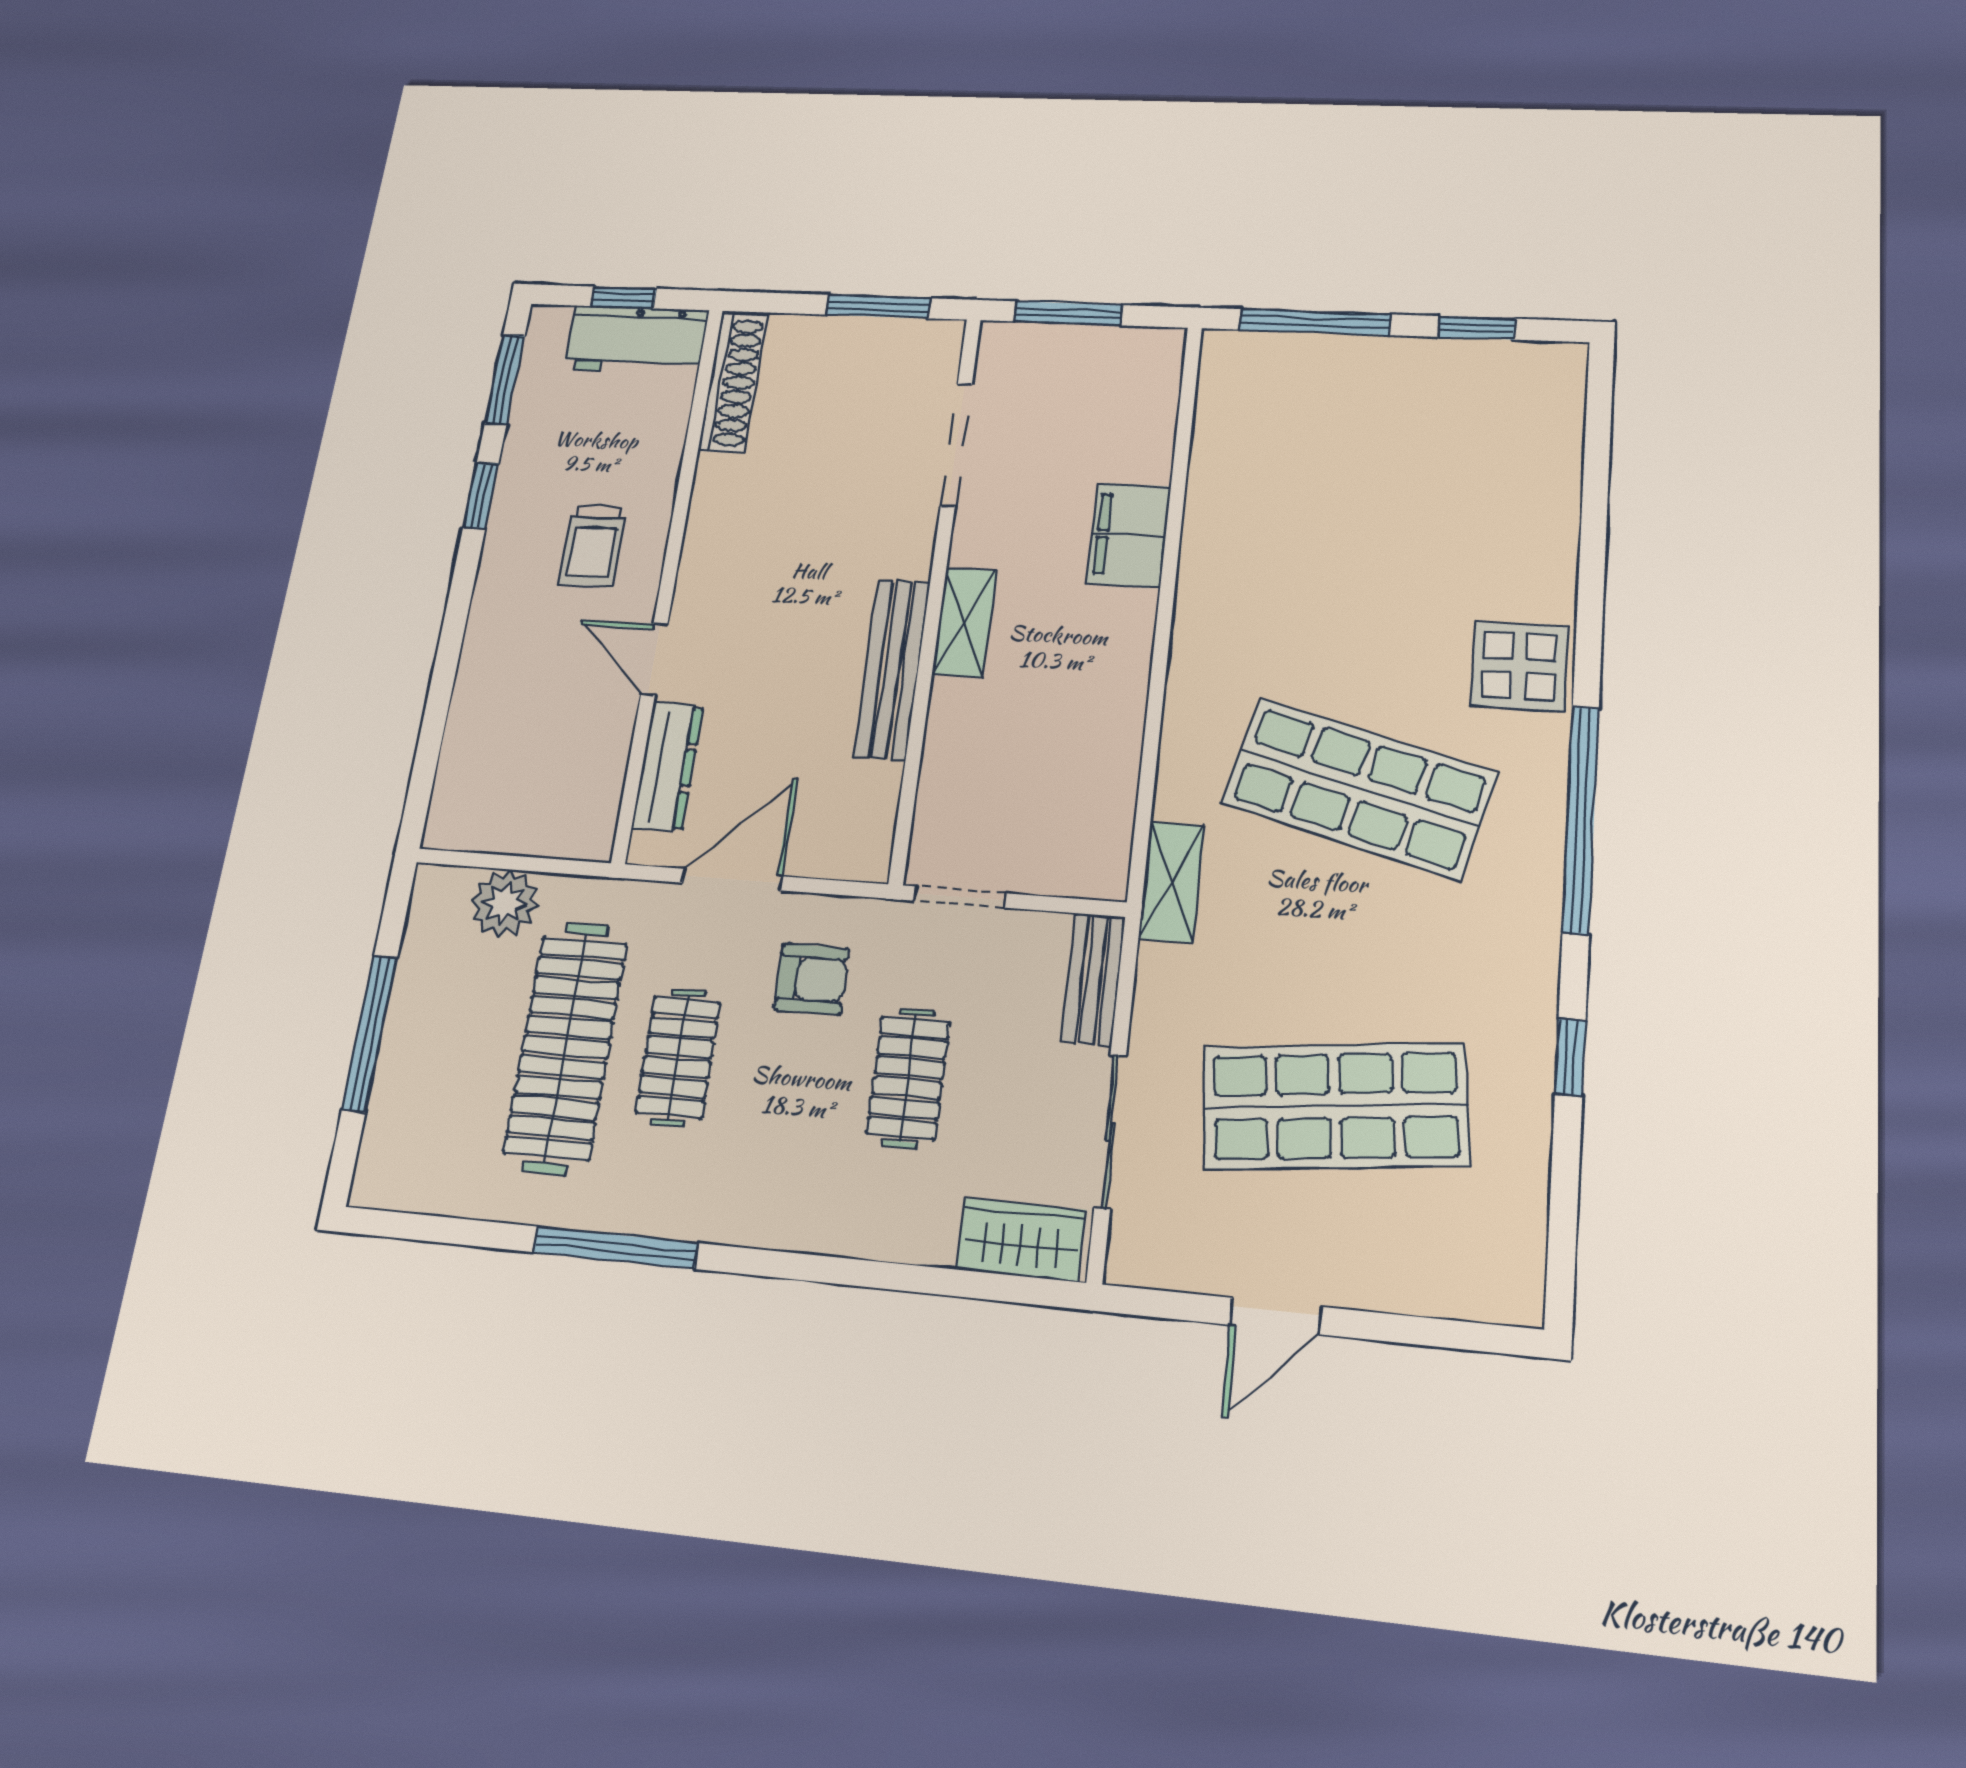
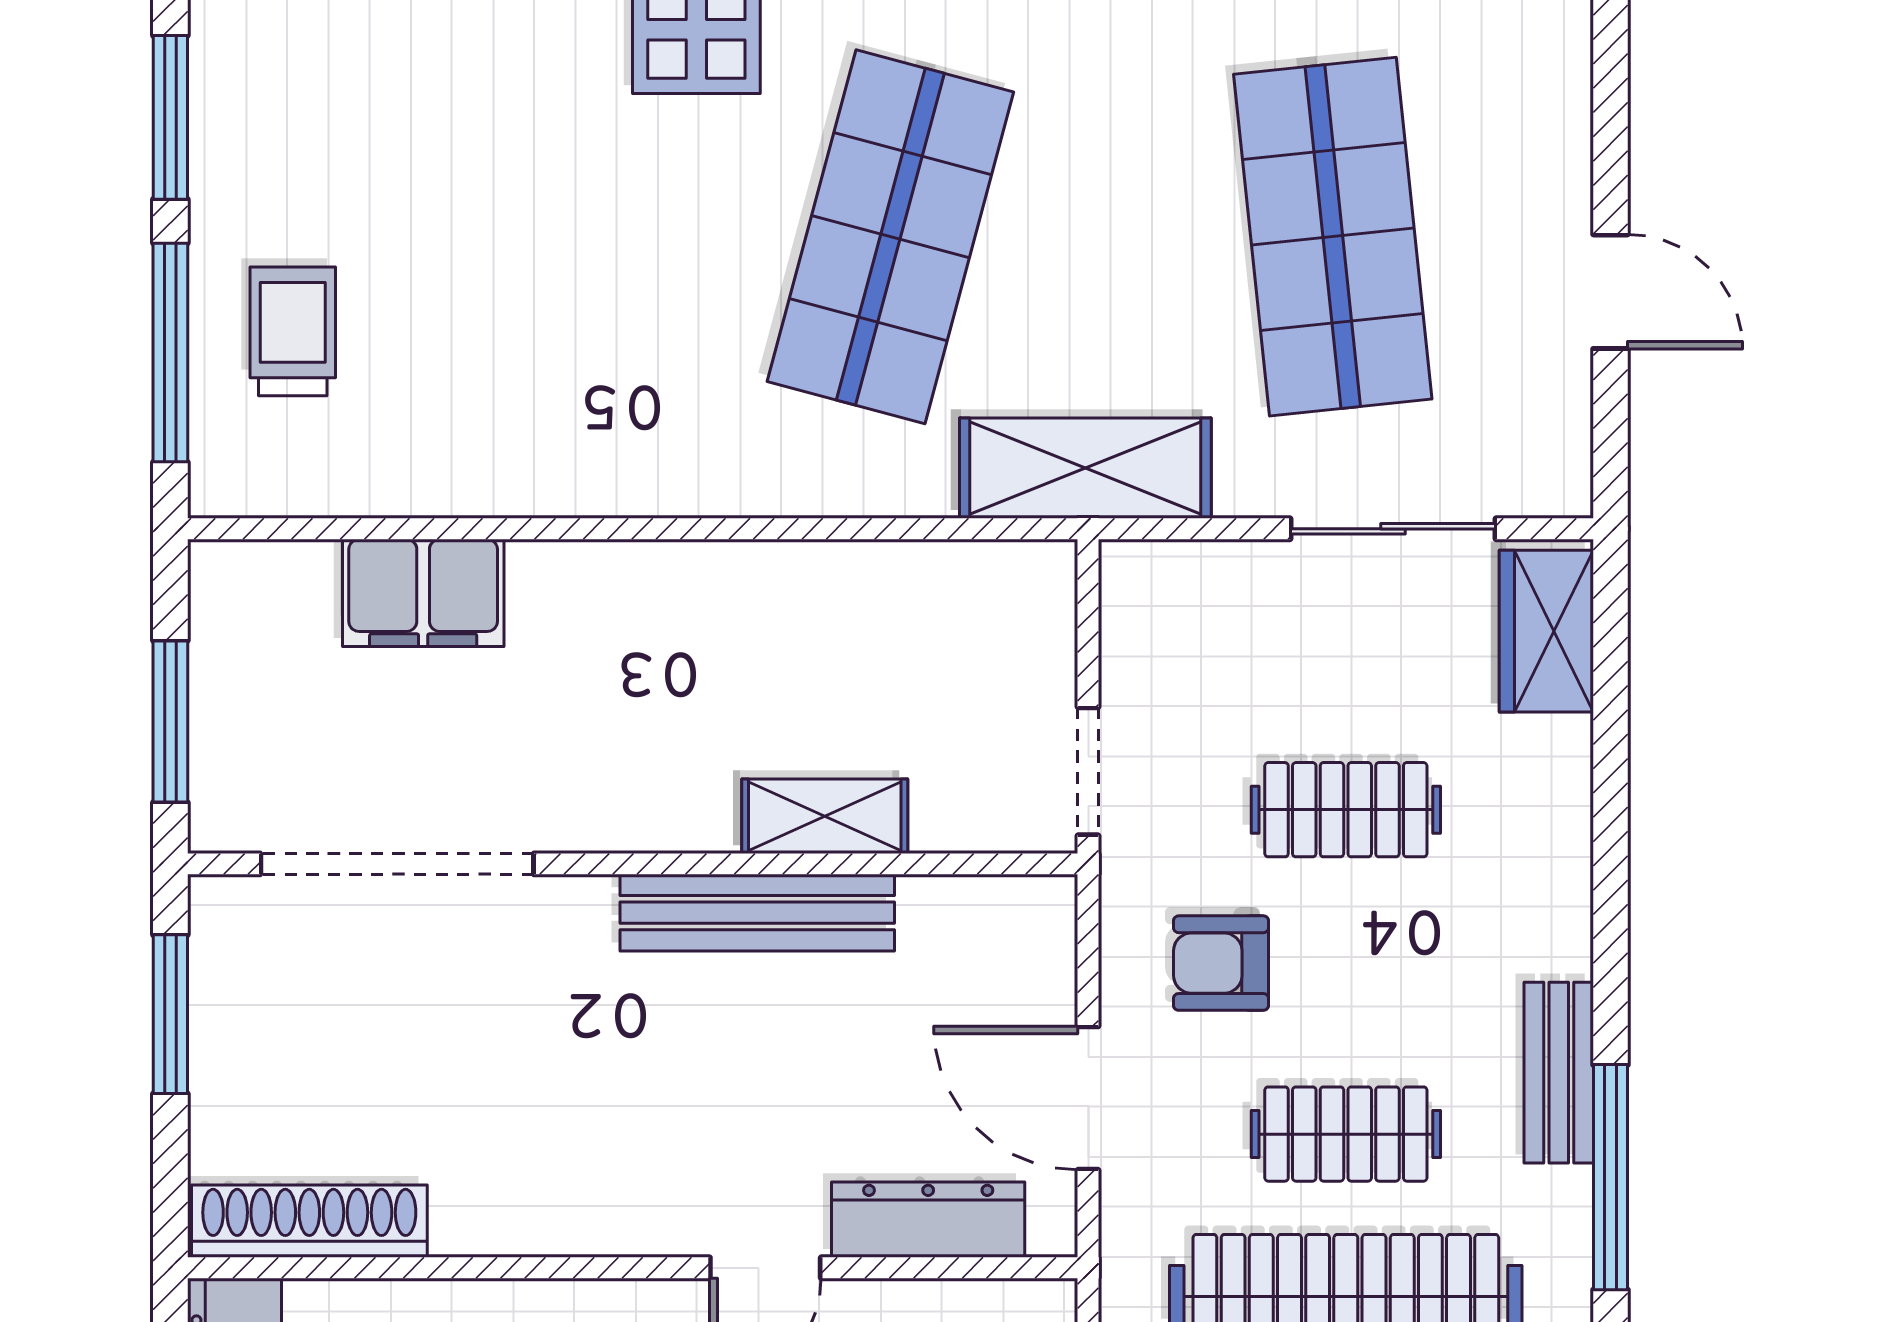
window: (1476, 328) -> (170, 117), width x1.50
trolley: (1323, 397) -> (293, 331), added
doorway: (956, 445) -> (397, 864), width x1.36
filing cabinet: (1129, 535) -> (423, 593), moved
shelving: (964, 622) -> (825, 816), moved
shelving: (1172, 882) -> (1085, 468), width x1.50, depth x1.33
armchair: (812, 979) -> (1221, 963), turned -90
bench: (1093, 979) -> (1559, 1073), moved, turned 90

